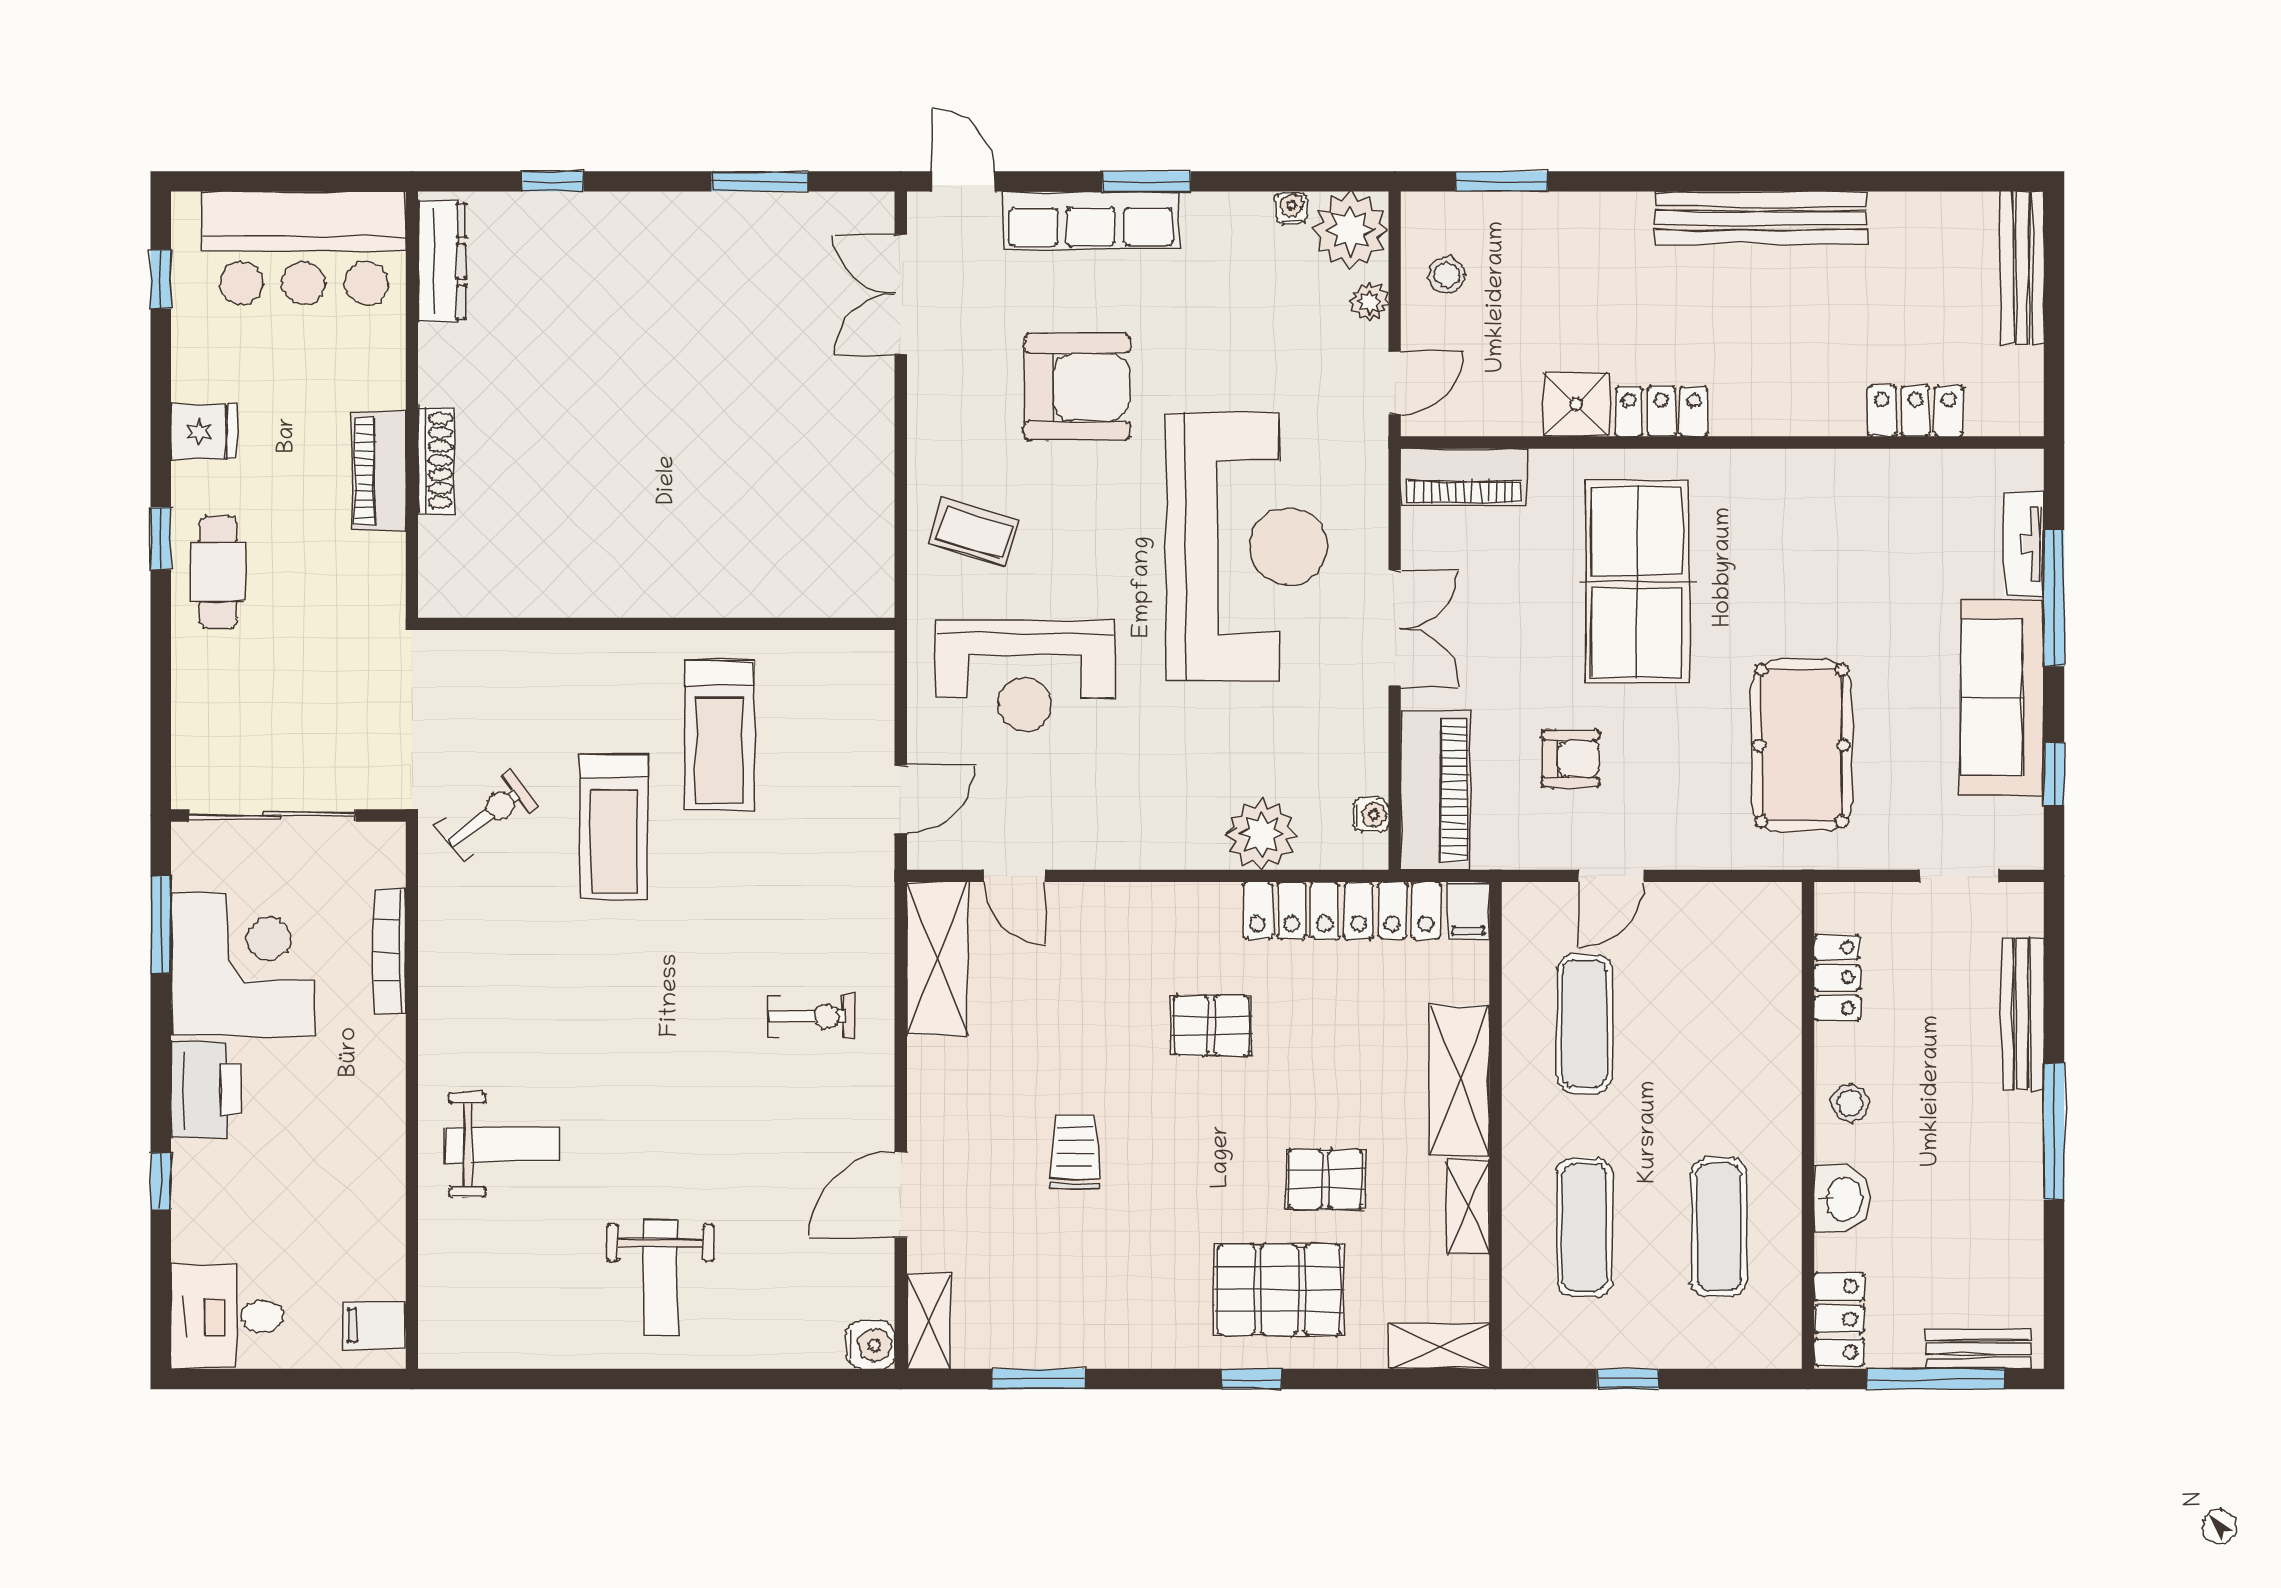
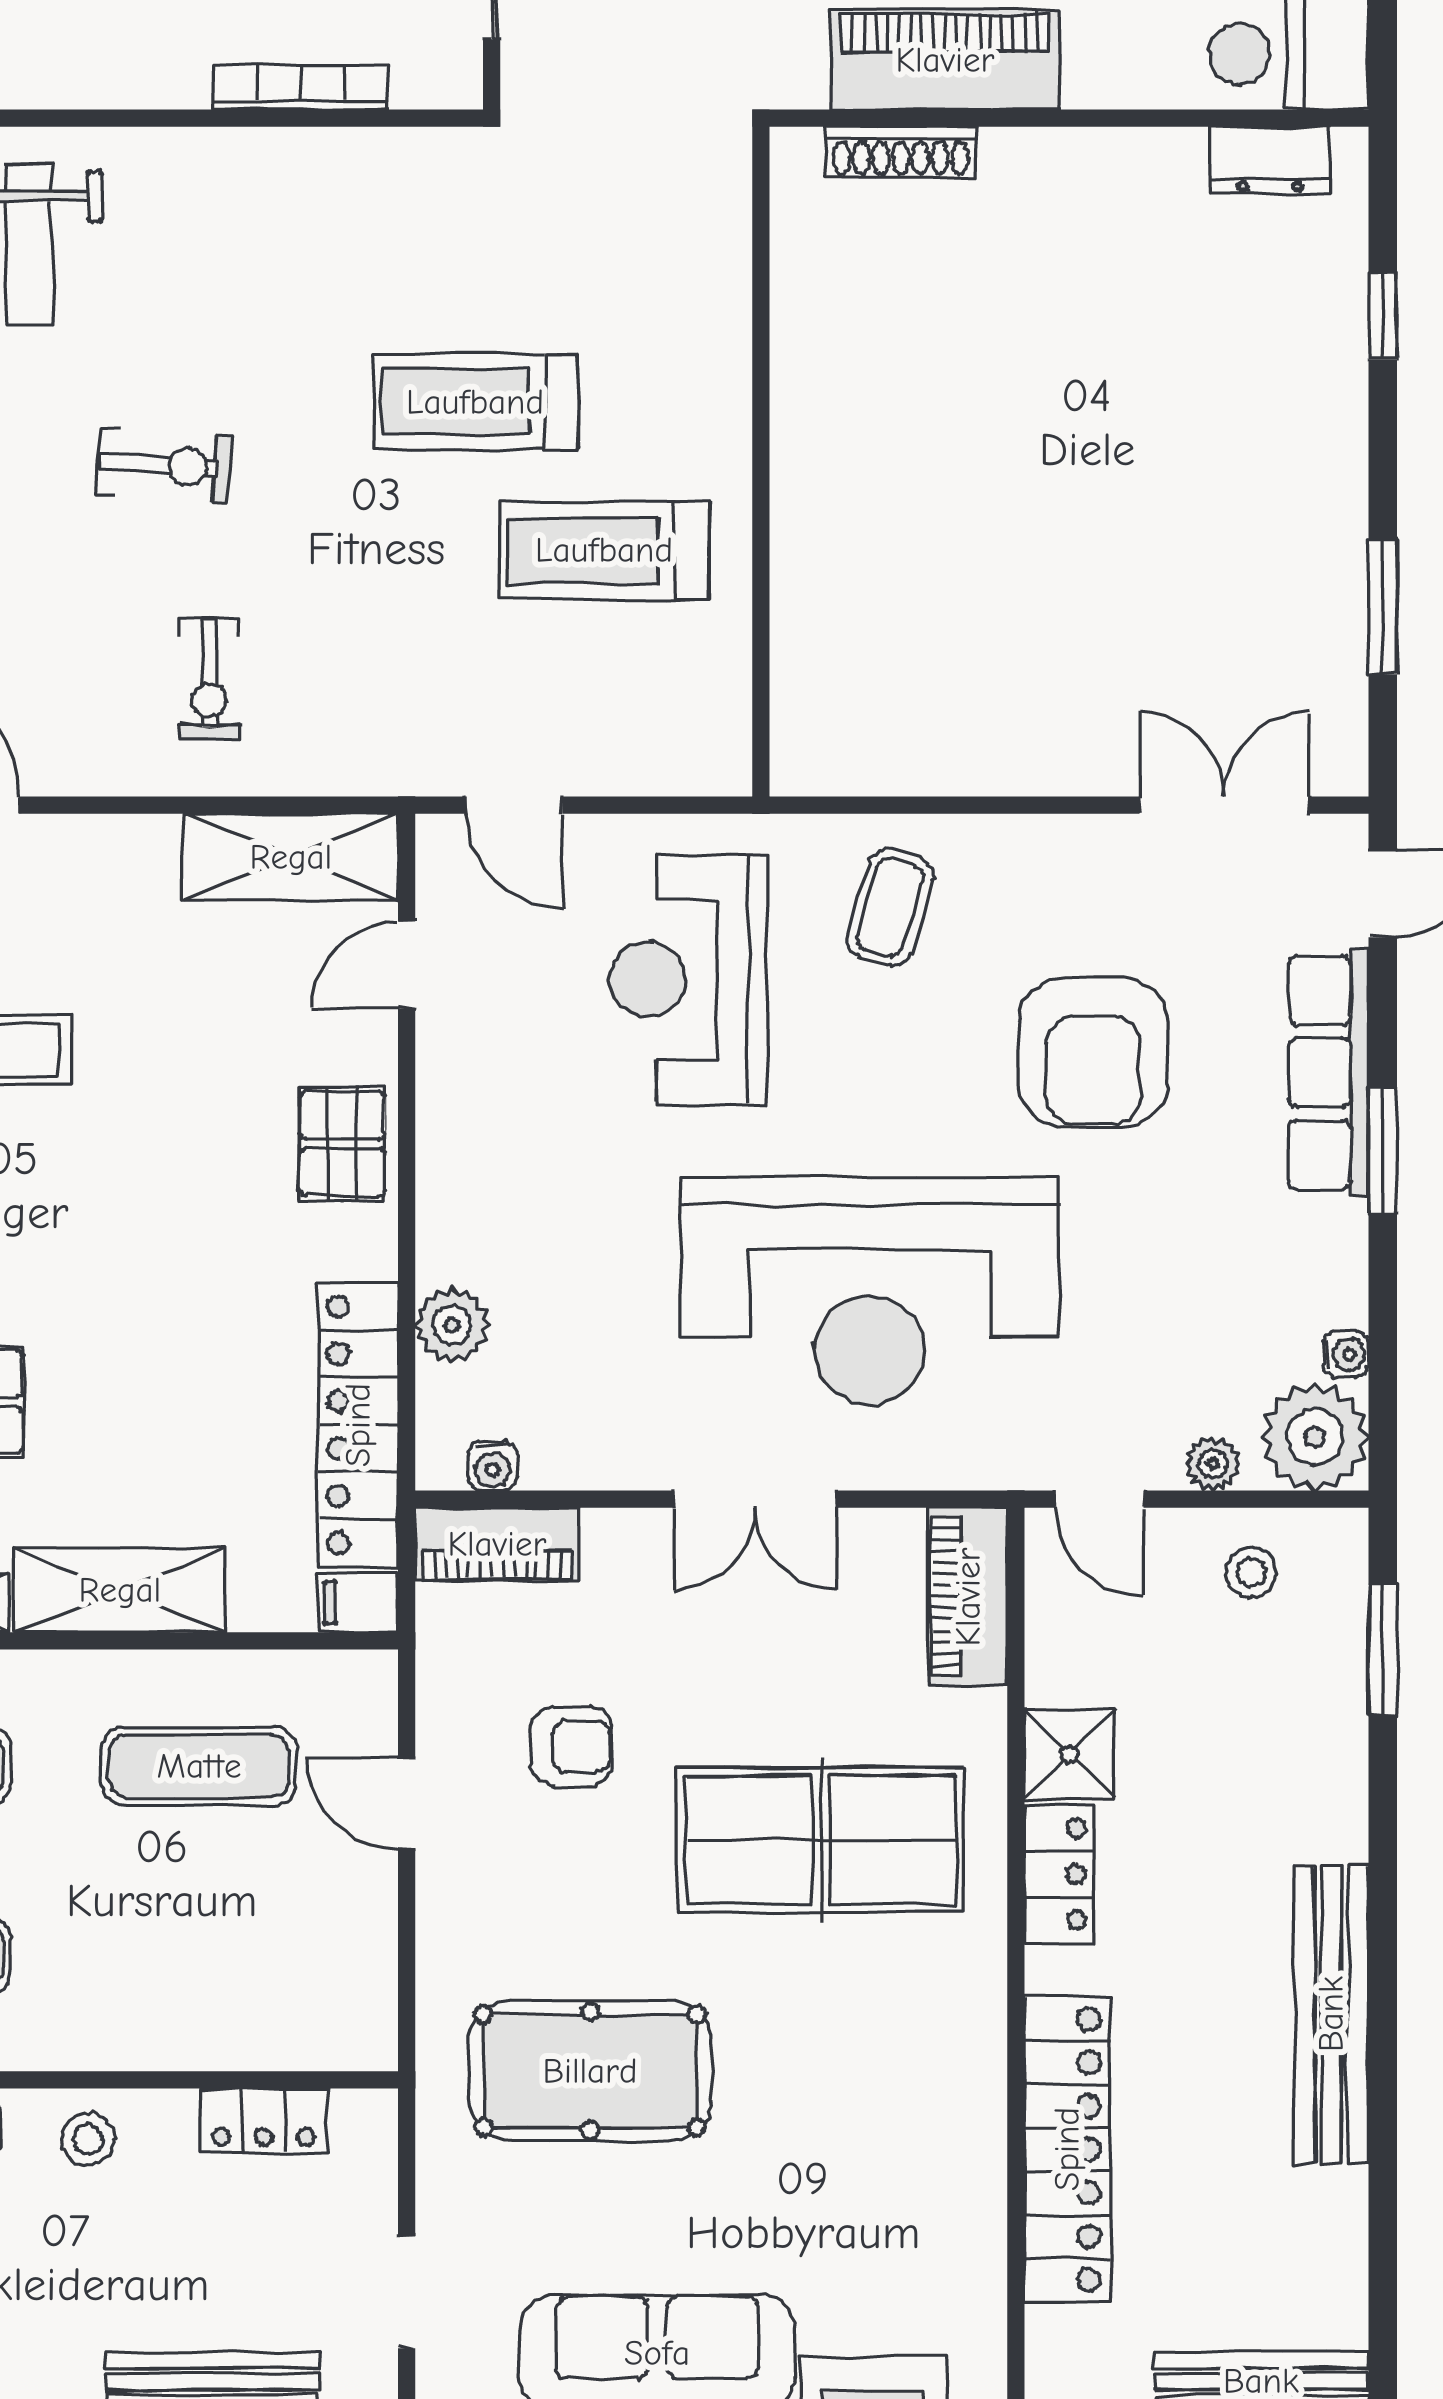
dresser: (442, 261) -> (1270, 160), width x0.70
locker: (1915, 411) -> (1067, 2149), width x2.16, depth x1.21
shoe rack: (436, 460) -> (901, 152), moved
piano: (379, 471) -> (945, 60), width x1.37, depth x1.33
armchair: (1571, 759) -> (572, 1746), turned -90
piano: (1435, 790) -> (497, 1544), width x0.73, depth x0.75
exercise bike: (487, 816) -> (164, 465), moved, turned -50
plant: (1261, 834) -> (452, 1325), width x0.73, depth x0.73
pallet: (1212, 1026) -> (343, 1144), moved

